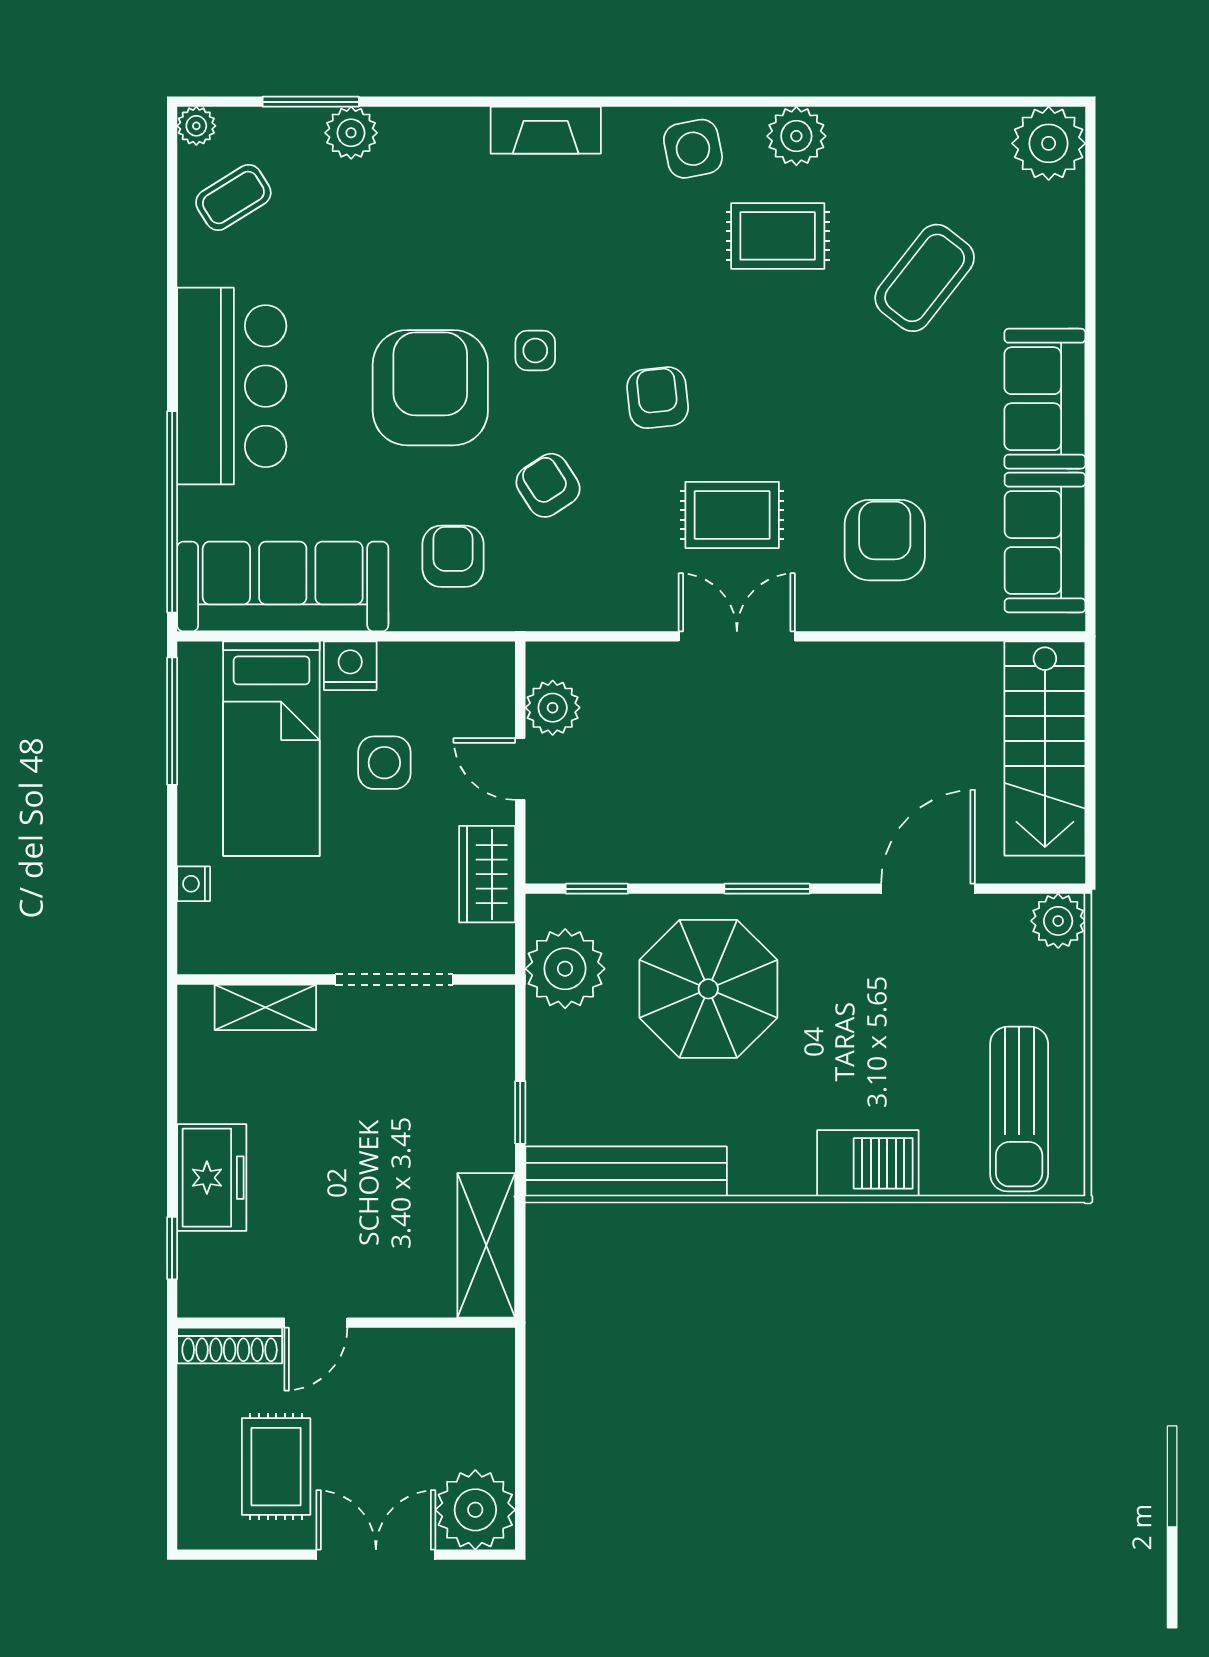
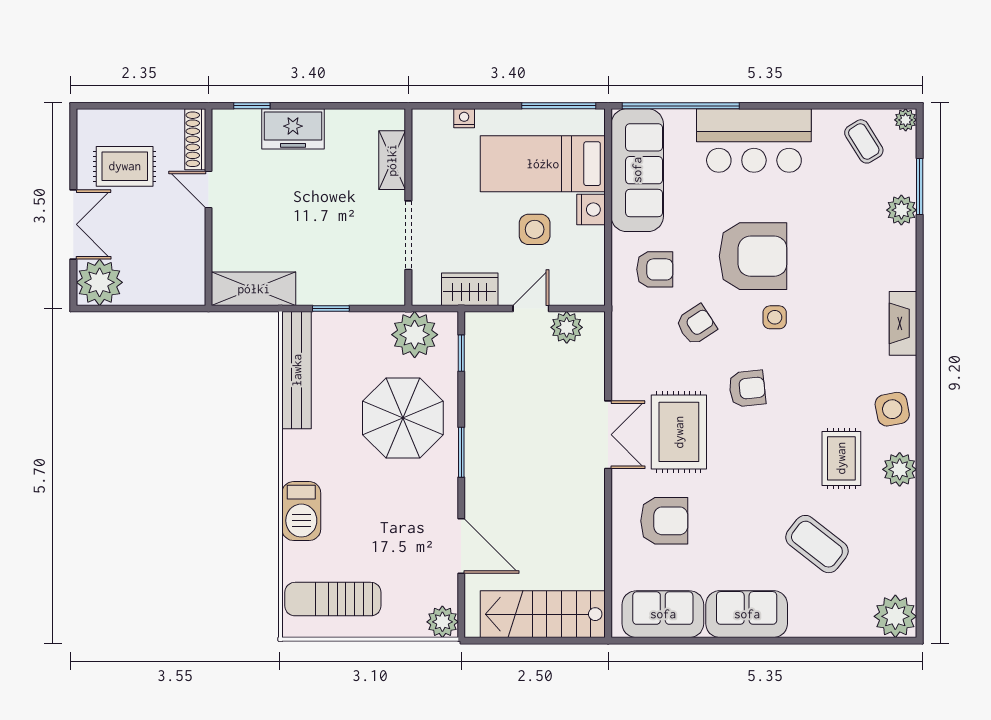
rug: (732, 515) -> (679, 432), width x1.36, depth x1.43

